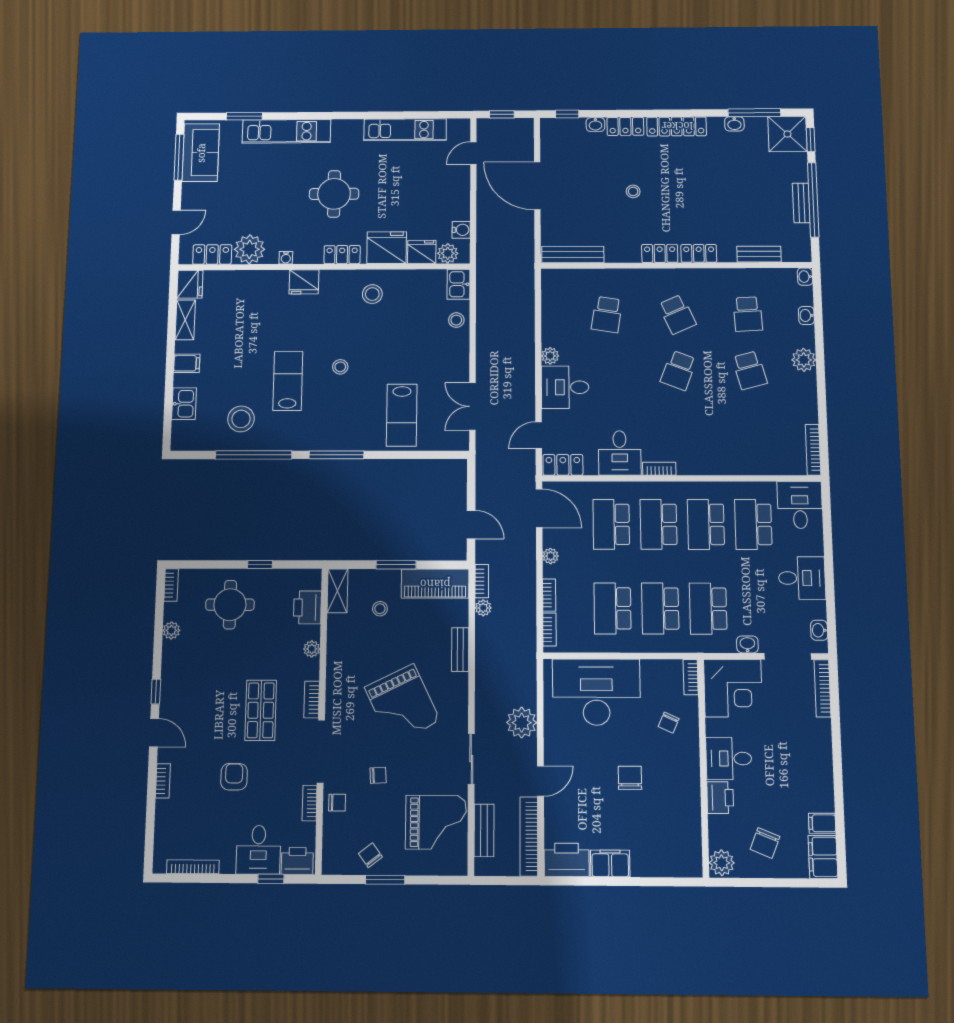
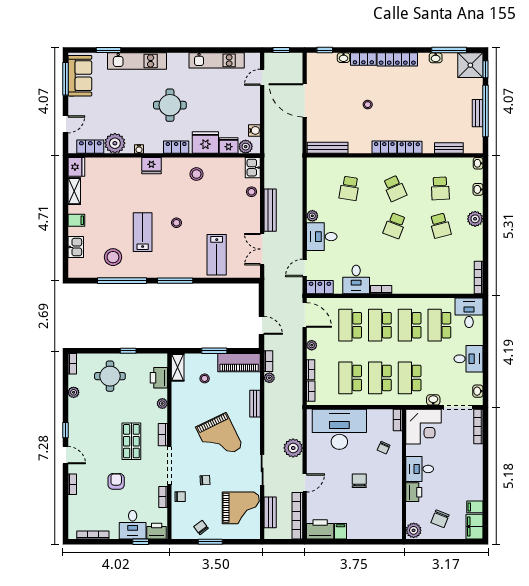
bench: (485, 347) -> (270, 210), added
filing cabinet: (610, 863) -> (341, 531), width x0.50

